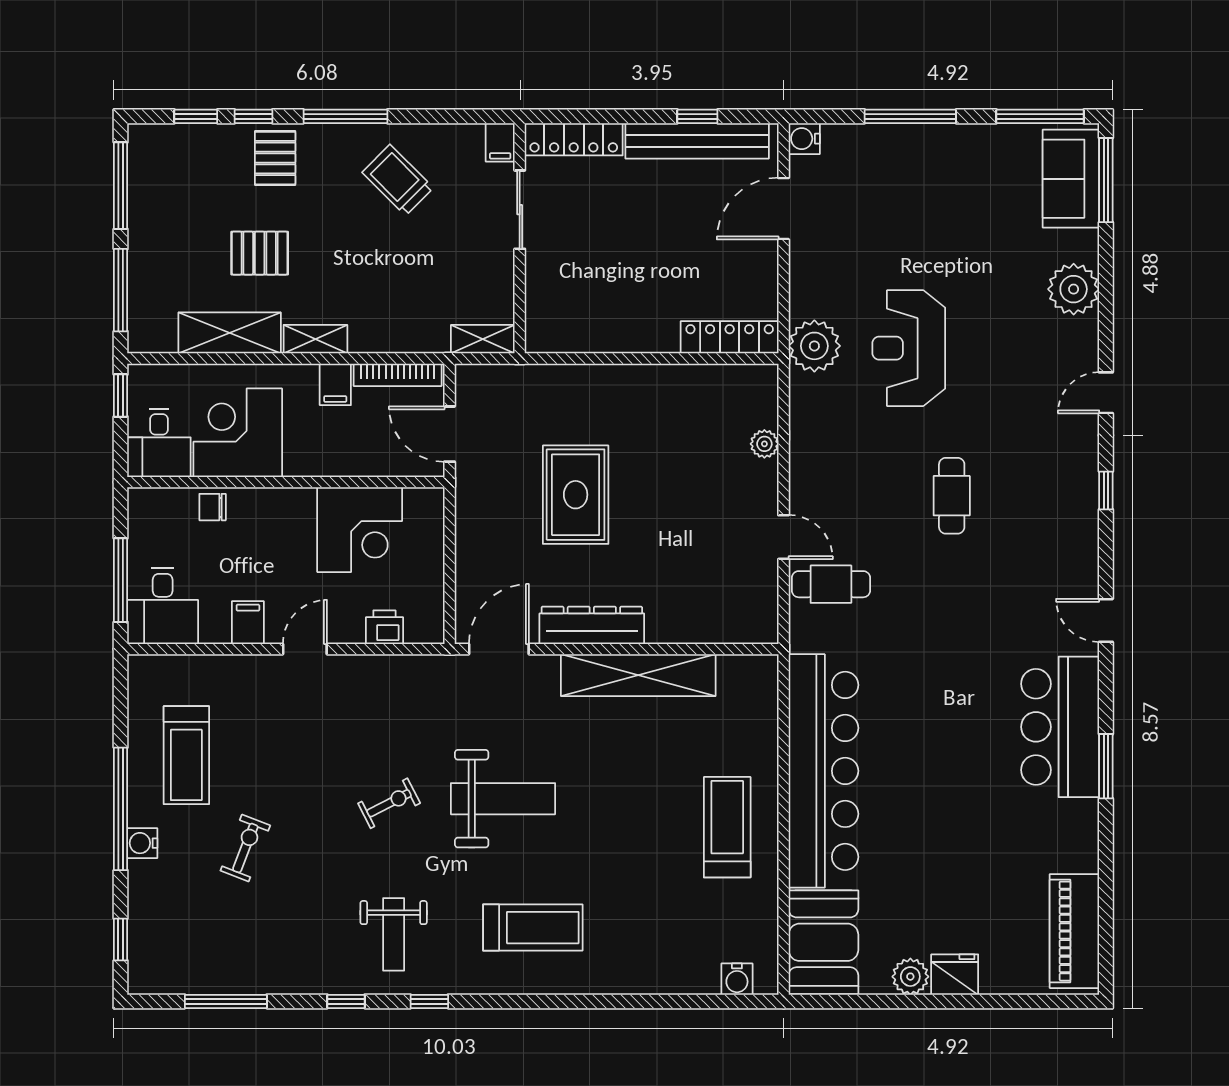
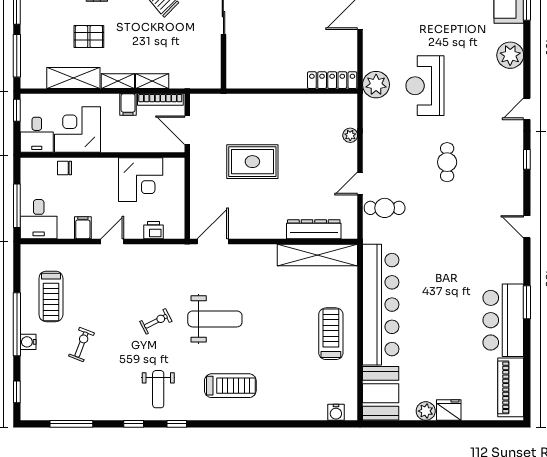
shelving: (483, 339) -> (152, 81), moved
rug: (576, 495) -> (252, 162), turned 90
door: (784, 537) -> (360, 184), swing flipped
dresser: (592, 625) -> (314, 229), moved
shelving: (638, 675) -> (317, 255), moved
bar counter: (1060, 727) -> (503, 320), moved

